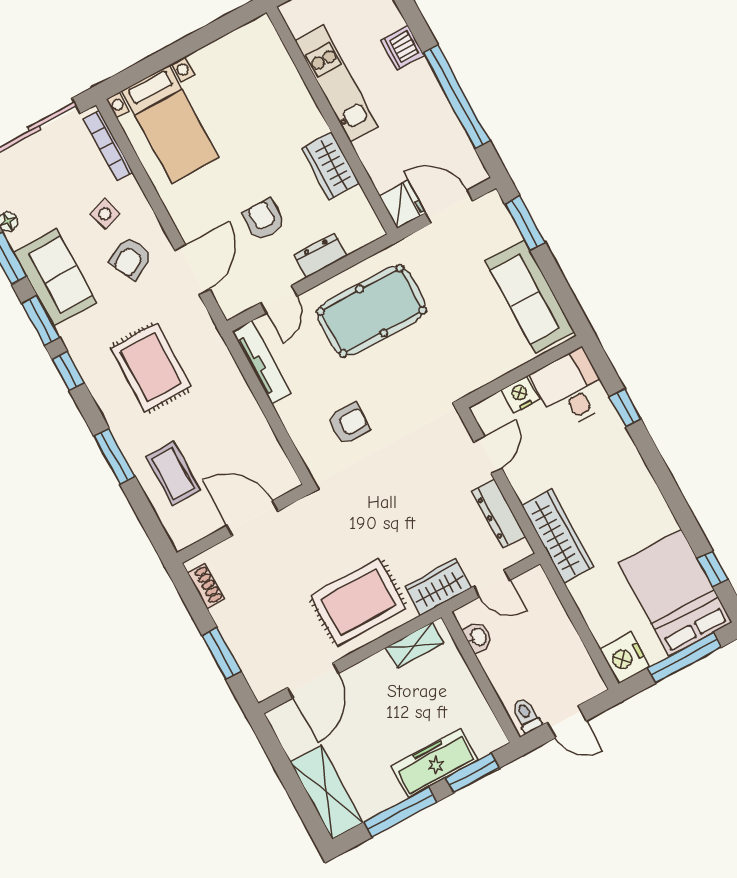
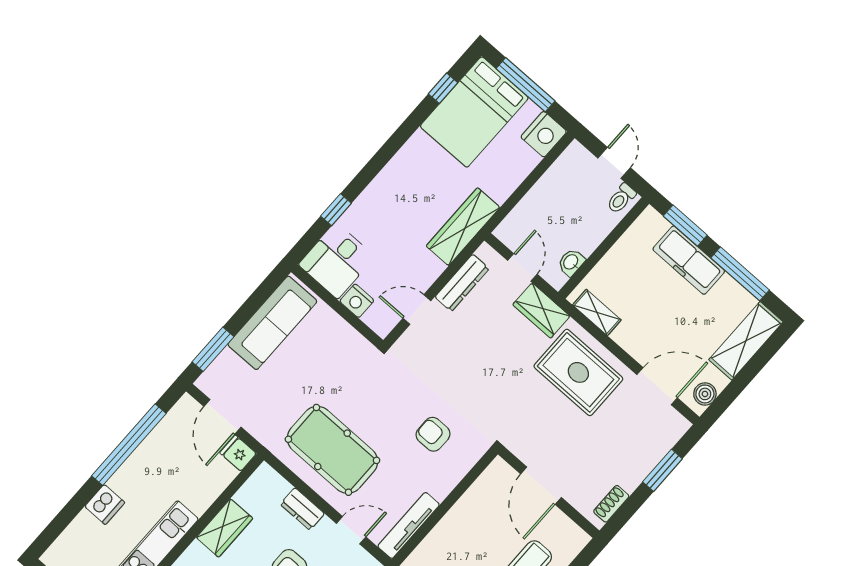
fridge: (402, 205) -> (238, 453), width x0.72
boiler: (286, 728) -> (705, 394), added

